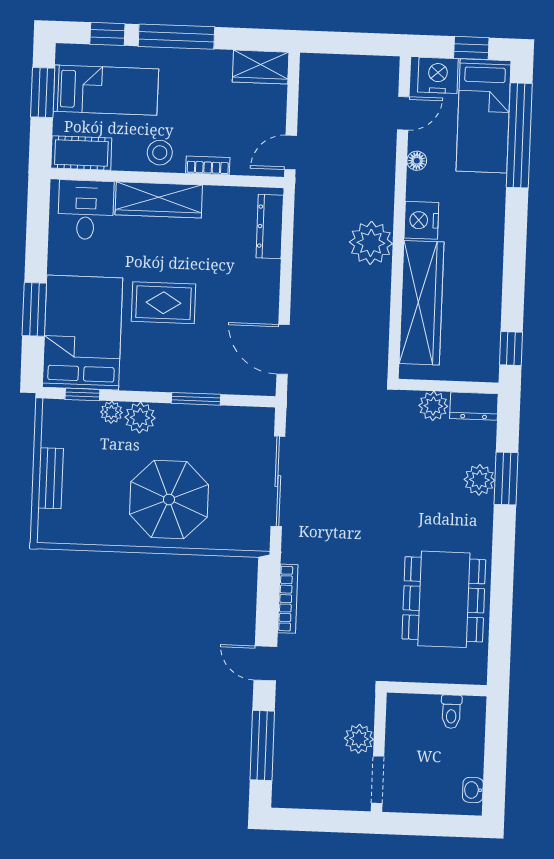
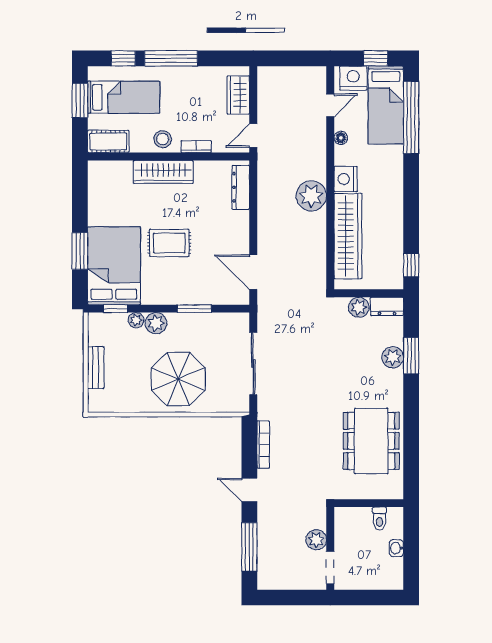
wardrobe: (261, 67) -> (238, 95), moved, turned 90
desk: (86, 210) -> (113, 181), removed
washbasin: (473, 790) -> (396, 548), moved

